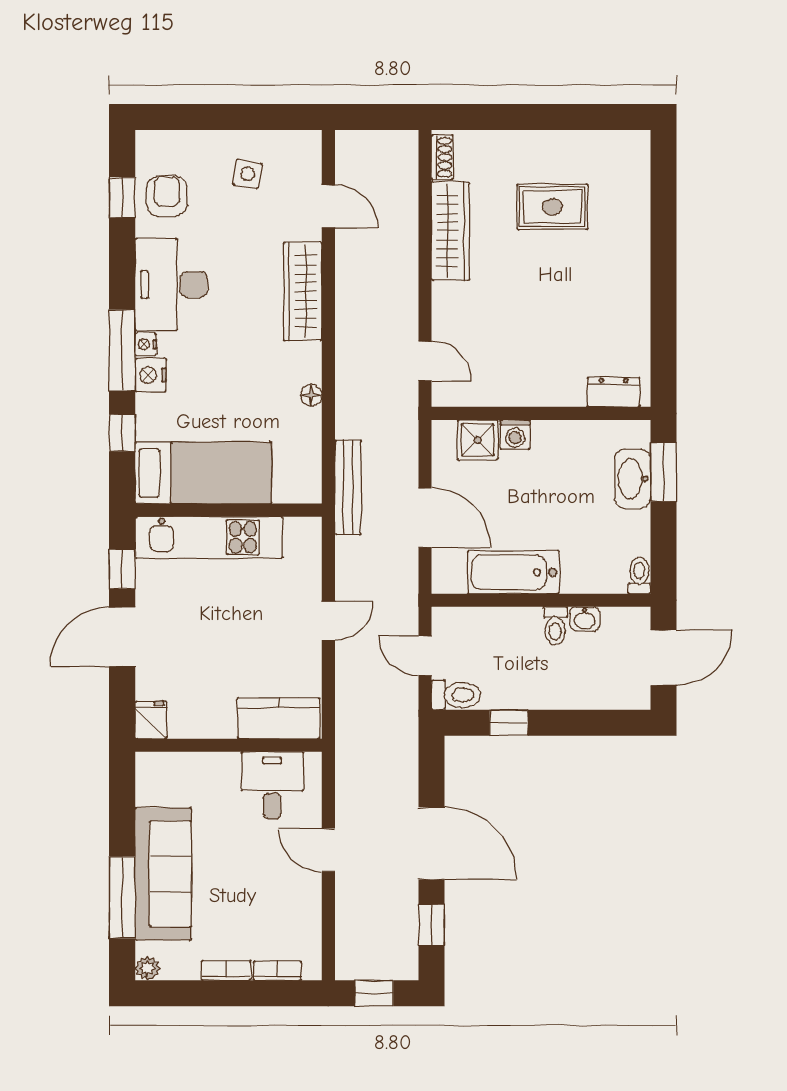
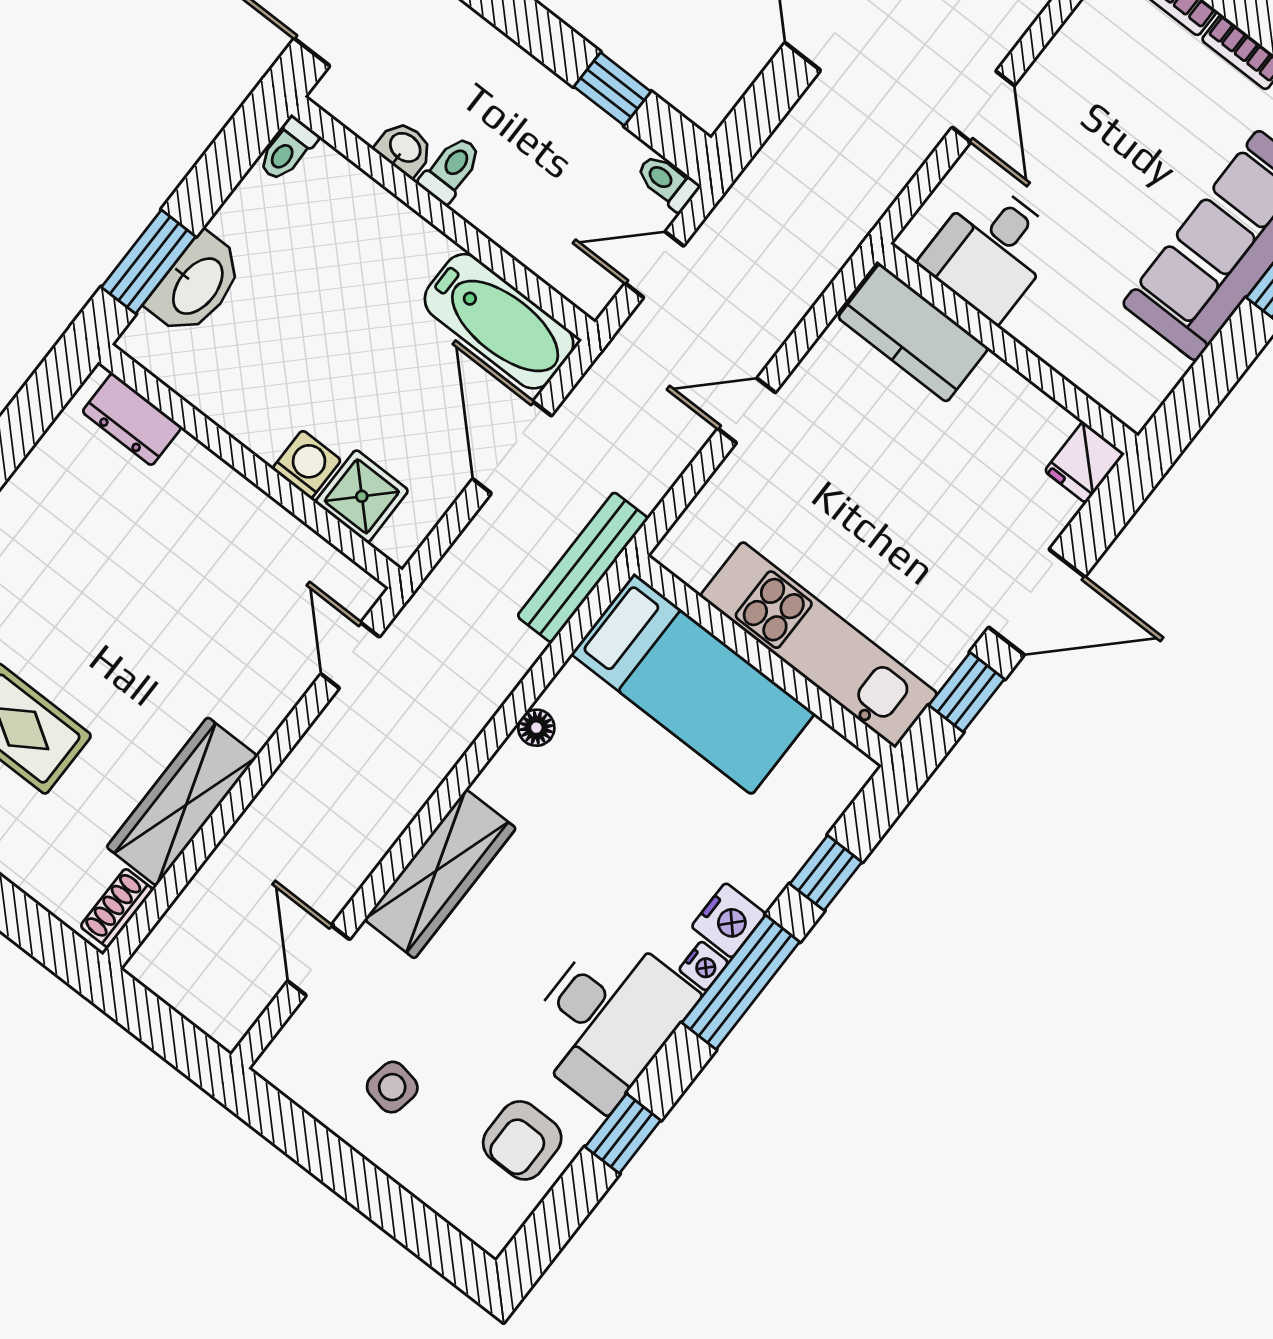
window: (122, 197) -> (623, 1134), moved
bed: (203, 473) -> (693, 684), moved, turned 180
bathtub: (513, 572) -> (499, 321), moved
door: (425, 656) -> (654, 265), swing flipped
toilet: (456, 695) -> (667, 182), width x0.73, depth x0.72

